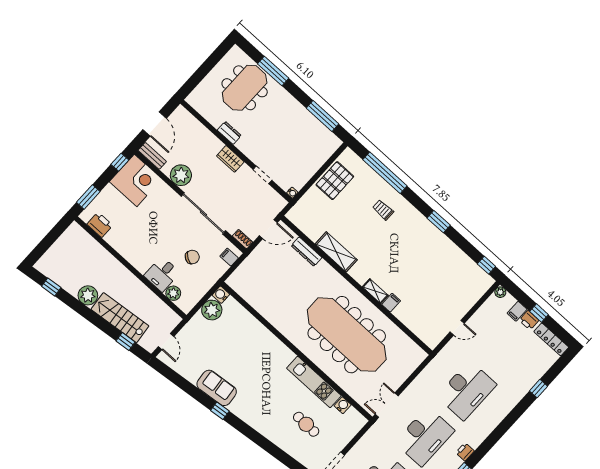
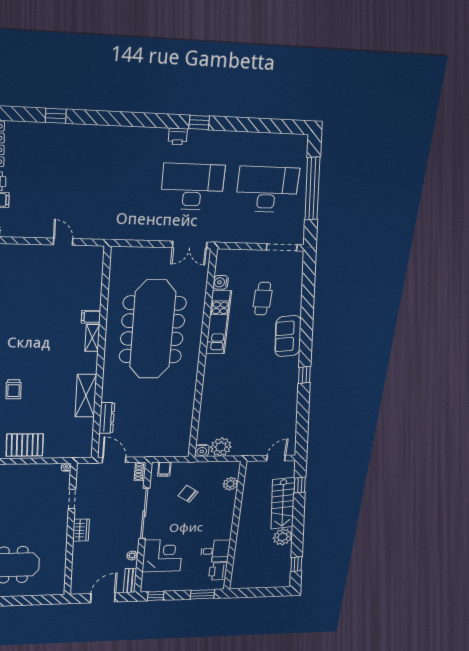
dresser: (229, 133) -> (60, 547), removed
plant: (181, 175) -> (132, 555), width x0.53, depth x0.53
corner desk: (136, 180) -> (162, 556), moved, turned 90
desk: (162, 274) -> (215, 551), moved
sofa: (217, 388) -> (288, 336), moved
desk: (467, 390) -> (116, 184), removed

